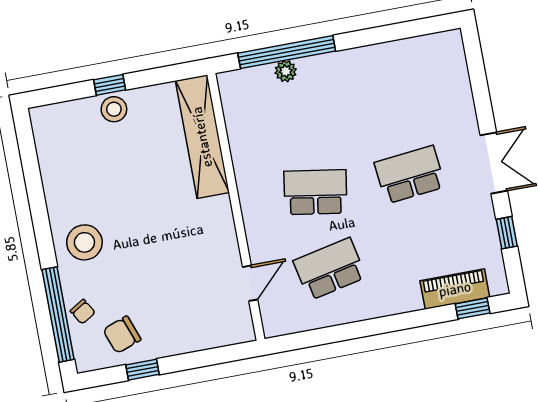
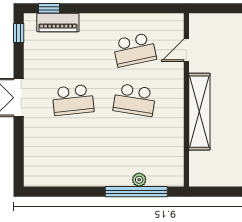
shelving: (202, 137) -> (199, 112), moved
window: (507, 233) -> (19, 33), moved

